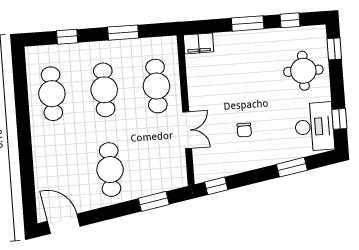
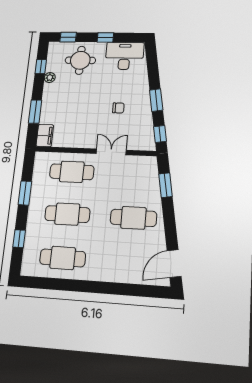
window: (248, 23) -> (35, 112), moved
plant: (276, 35) -> (50, 78), added
window: (339, 119) -> (105, 37), moved
window: (292, 167) -> (156, 100), moved

